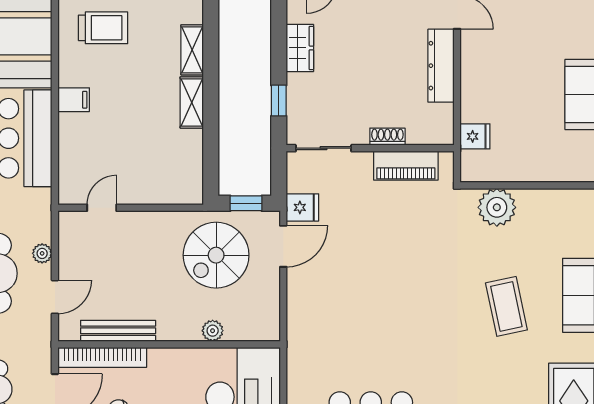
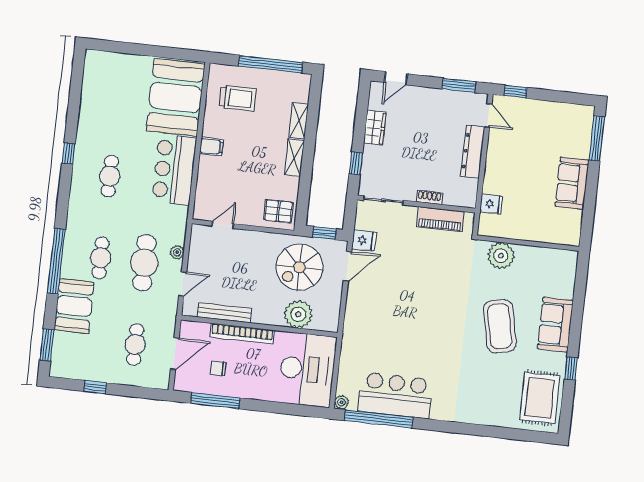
pallet: (178, 180) -> (279, 211), added
coffee table: (506, 306) -> (500, 326), width x1.36, depth x1.32
plant: (213, 331) -> (298, 314), width x1.88, depth x1.88
bookcase: (102, 357) -> (242, 334), moved

